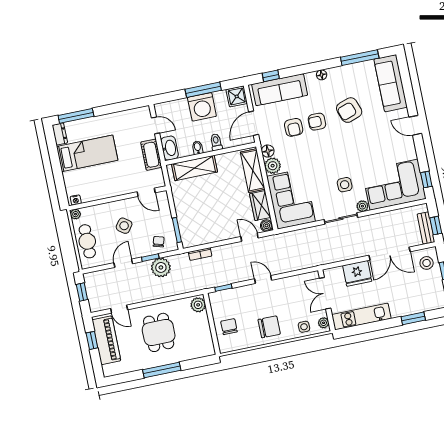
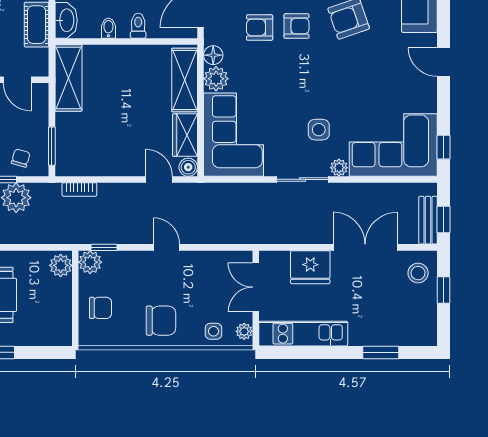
armchair: (317, 122) -> (297, 26), turned 180
armchair: (294, 127) -> (260, 27), turned 90
shelving: (194, 168) -> (68, 78), moved, turned 90
double door: (389, 254) -> (365, 247), swing flipped
plant: (216, 299) -> (90, 262), added
chair: (229, 327) -> (101, 308), turned 90

